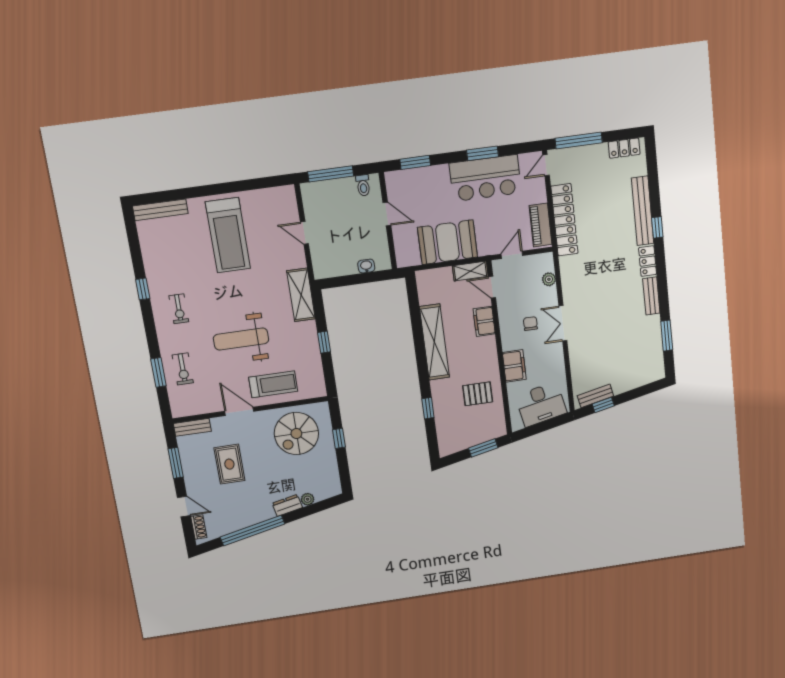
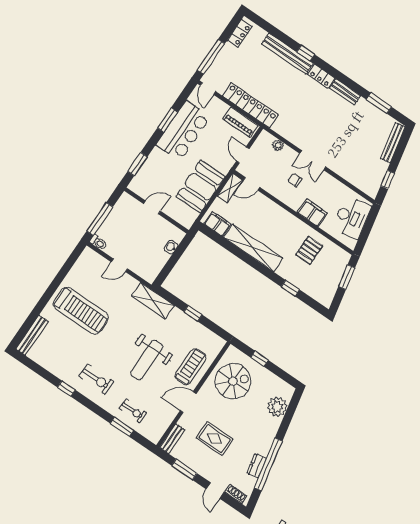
toilet: (363, 185) -> (98, 242), moved
exercise bike: (179, 309) -> (96, 379), width x1.38, depth x1.39
filing cabinet: (484, 321) -> (217, 224), moved, turned 180
bench: (595, 396) -> (393, 143), moved, width x1.36
spiral stairs: (296, 434) -> (233, 381), turned -90
plant: (308, 499) -> (277, 407), width x1.88, depth x1.88
dresser: (287, 505) -> (257, 466), moved
door: (184, 507) -> (215, 491), swing flipped

